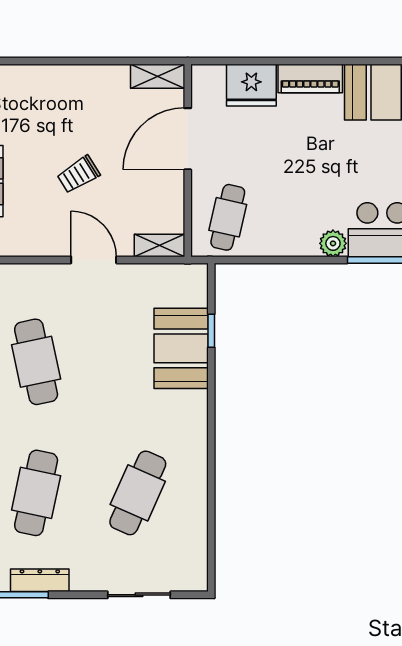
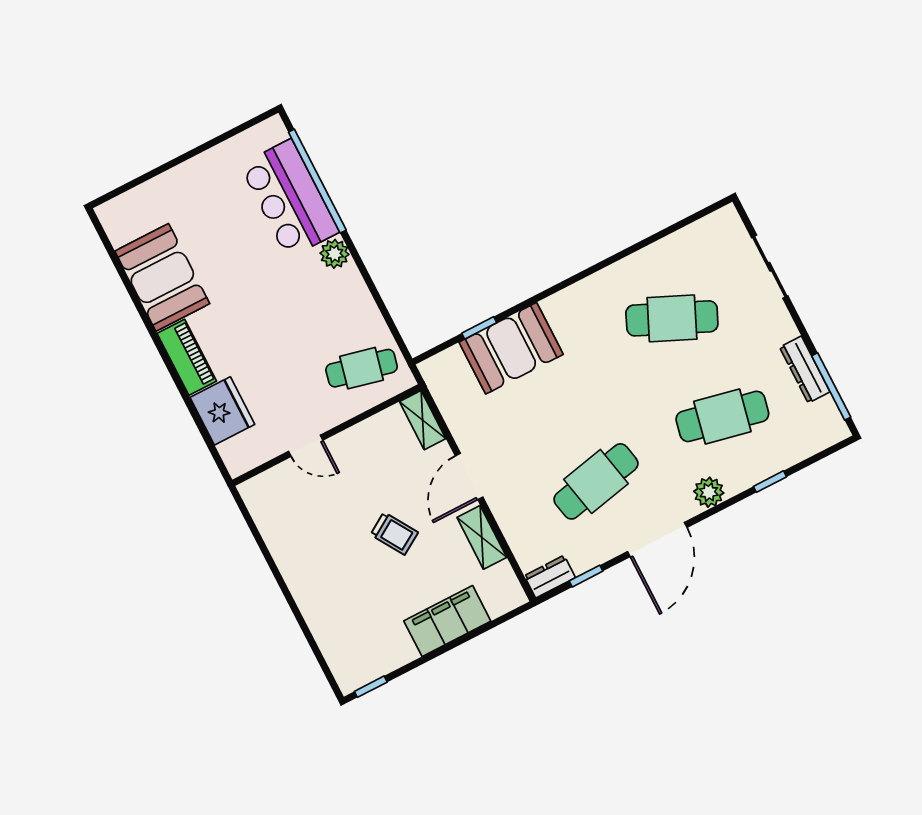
shelving: (158, 76) -> (482, 537), moved
door: (188, 139) -> (306, 446), width x0.53

